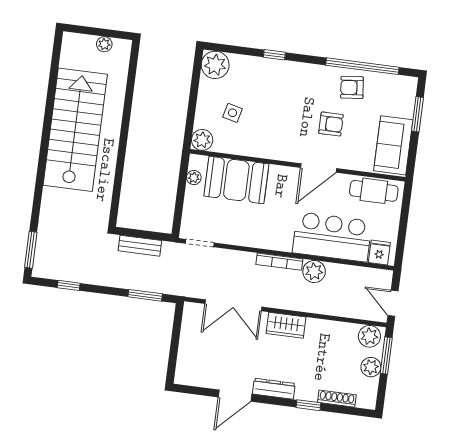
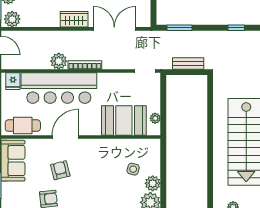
armchair: (331, 124) -> (60, 170), turned 76
plant: (202, 140) -> (153, 183), moved
bar counter: (332, 237) -> (59, 88), width x1.36

